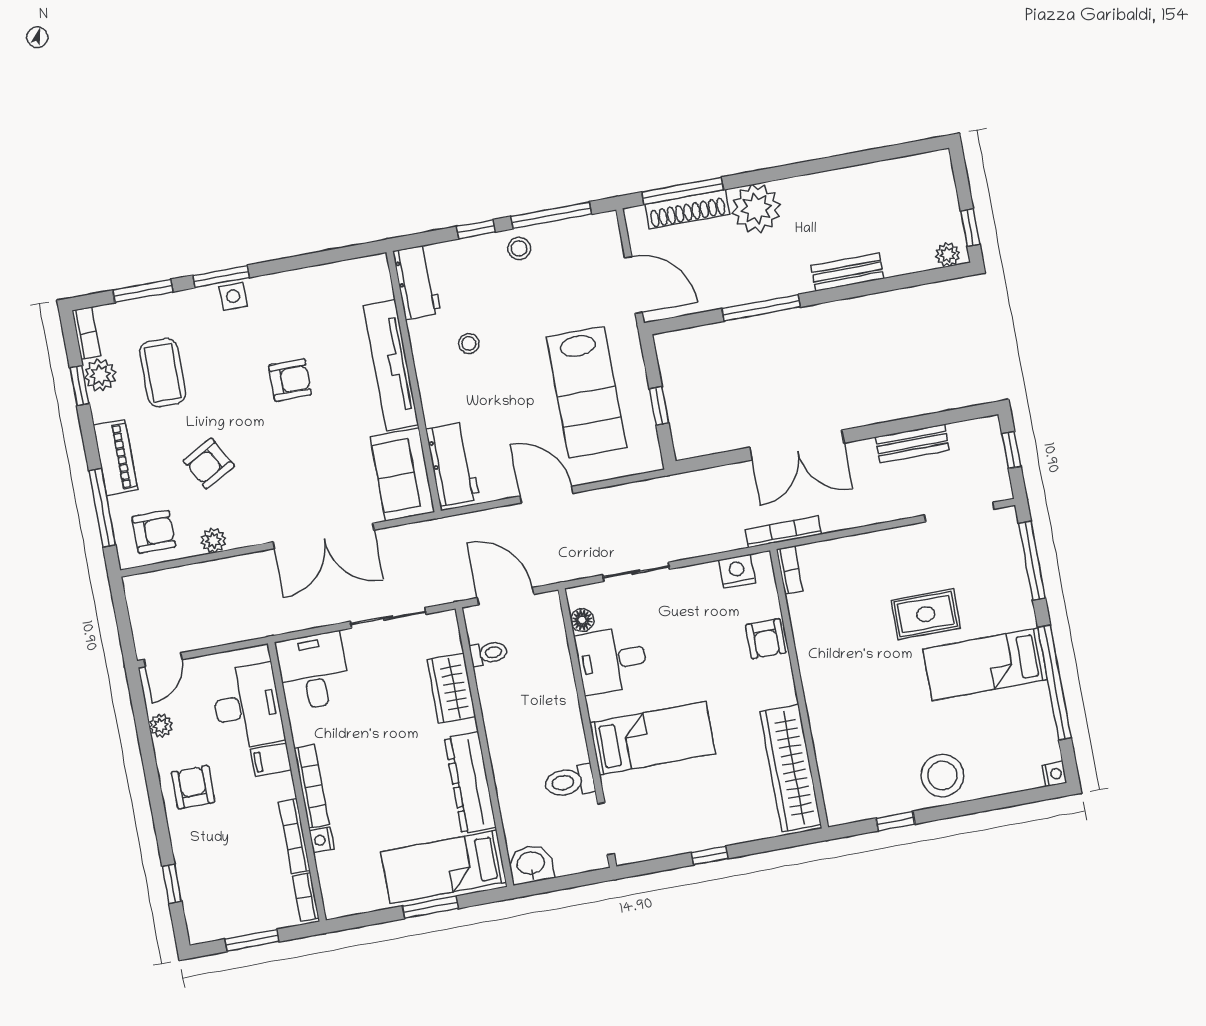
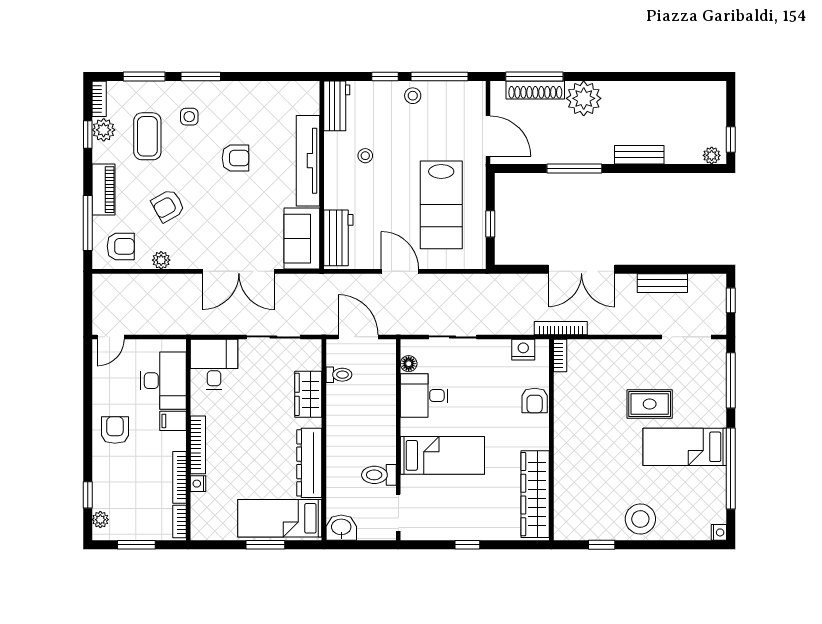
side table: (233, 296) -> (189, 117), moved
plant: (161, 726) -> (100, 520), moved

